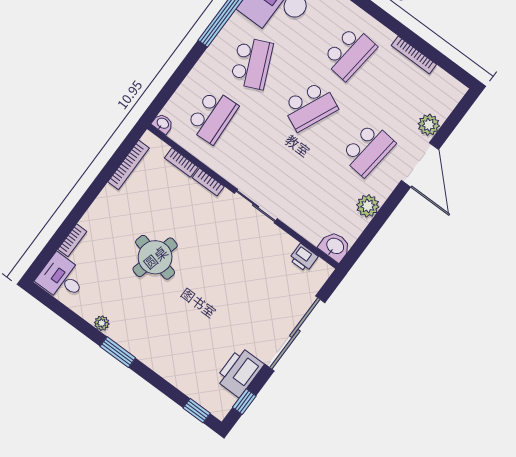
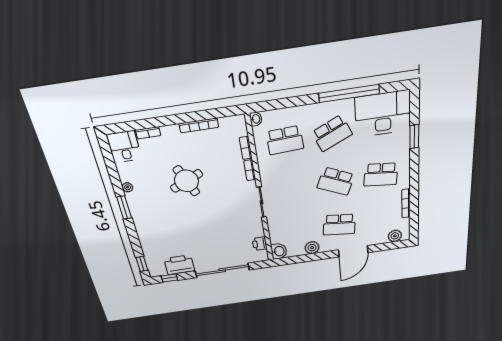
plant: (429, 125) -> (395, 236), moved
bookcase: (129, 165) -> (199, 125), moved
round table: (155, 257) -> (186, 181), turned -38

